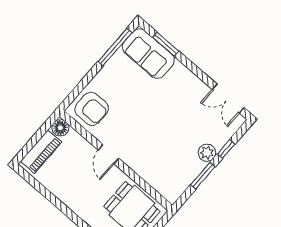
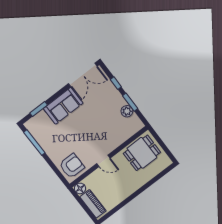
sofa: (148, 54) -> (63, 106), moved
double door: (228, 99) -> (83, 75), width x1.37
plant: (207, 153) -> (127, 111), moved

